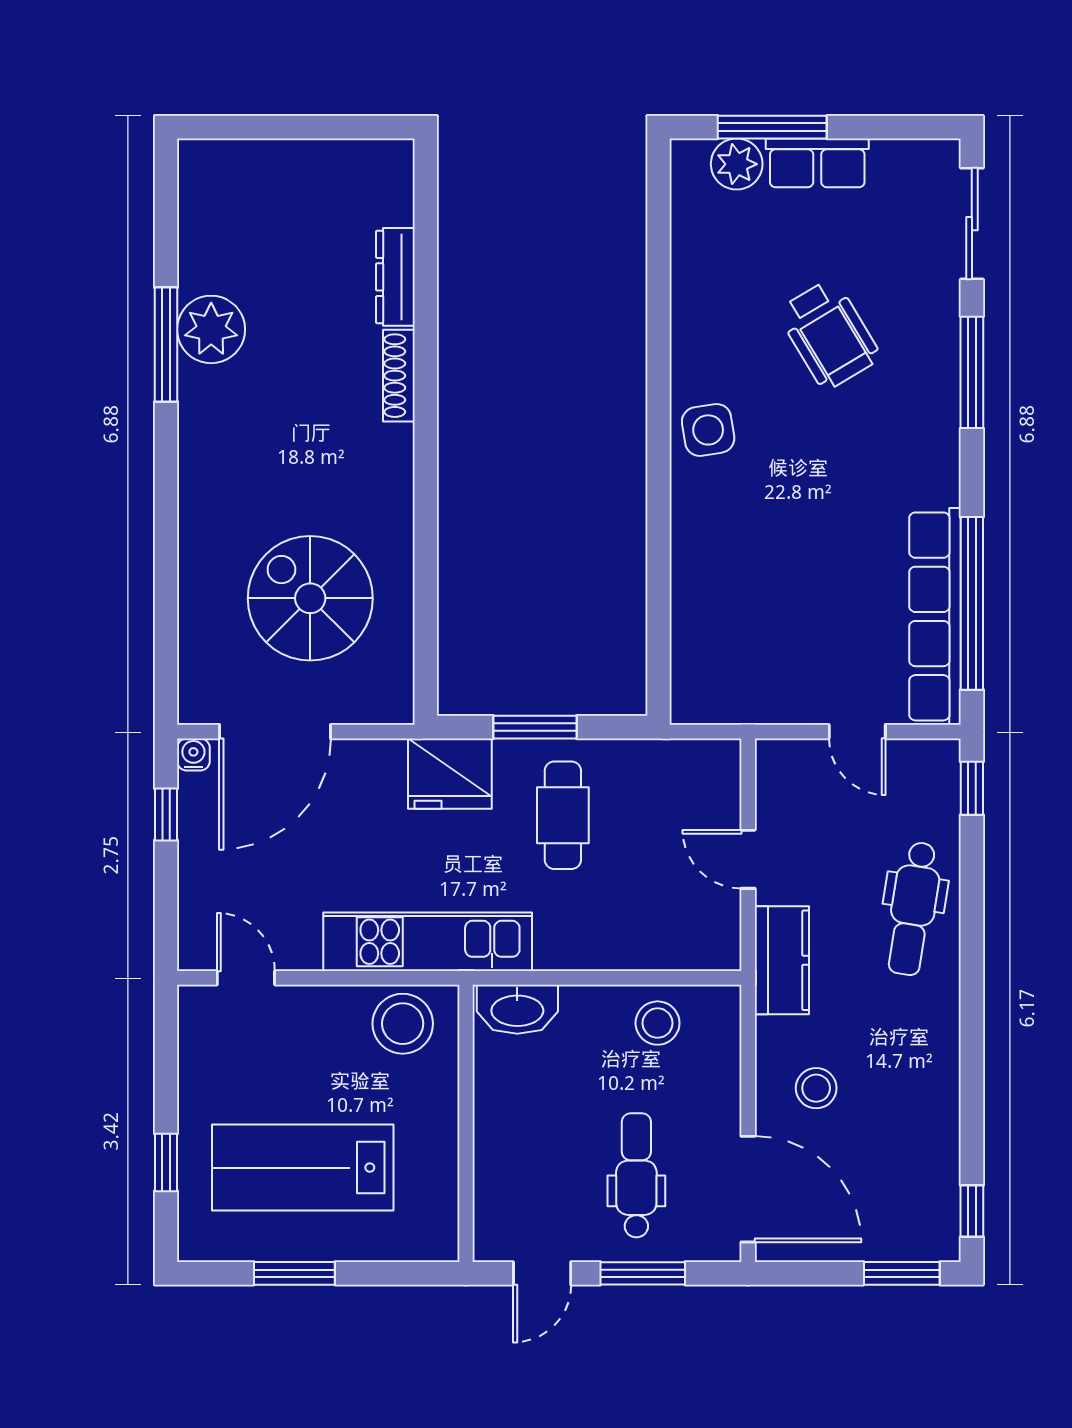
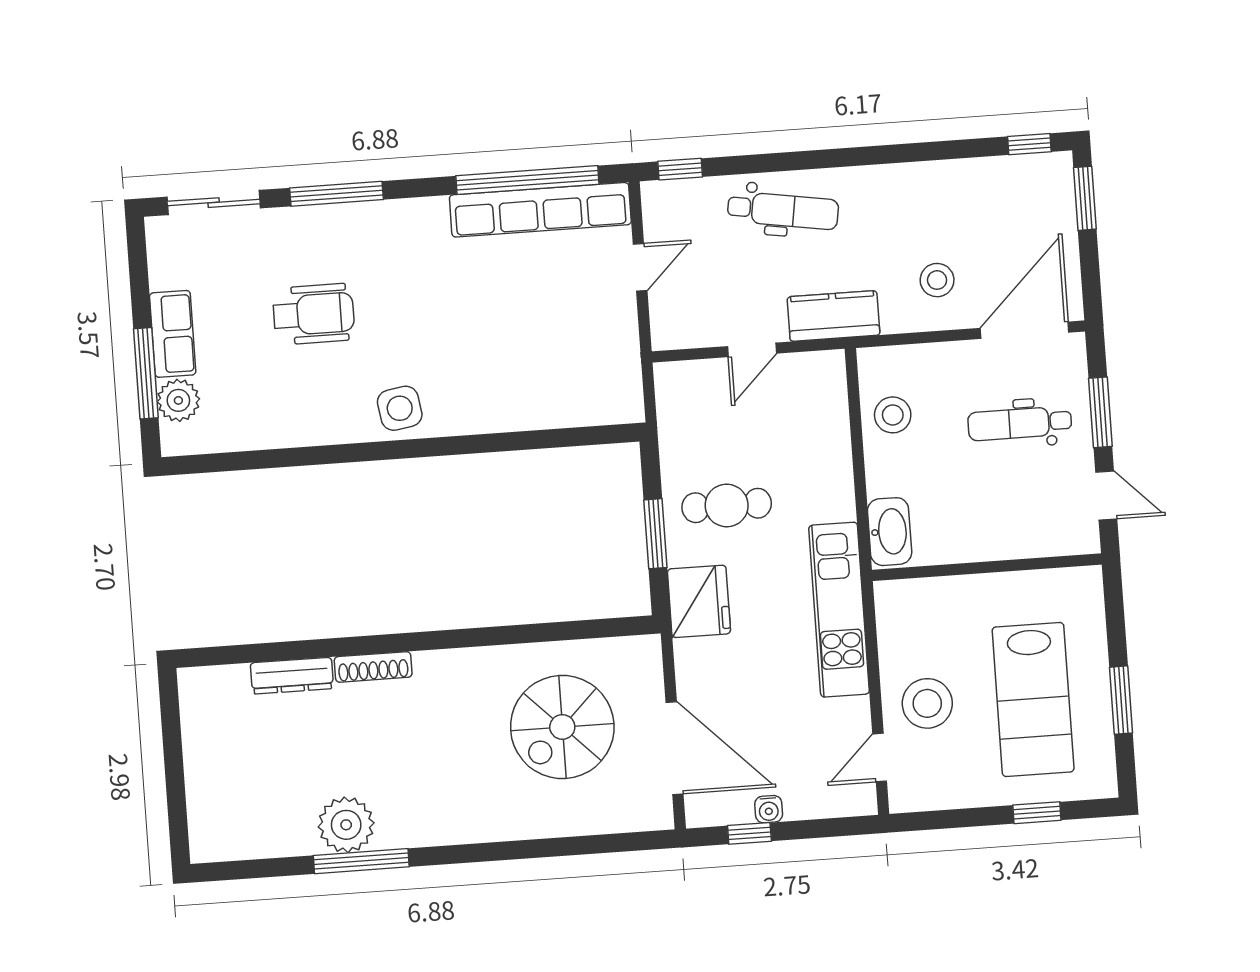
wheelchair: (829, 334) -> (314, 314), turned 31
water cooler: (193, 754) -> (769, 809), moved, turned -90
stool: (403, 1024) -> (927, 703), moved

